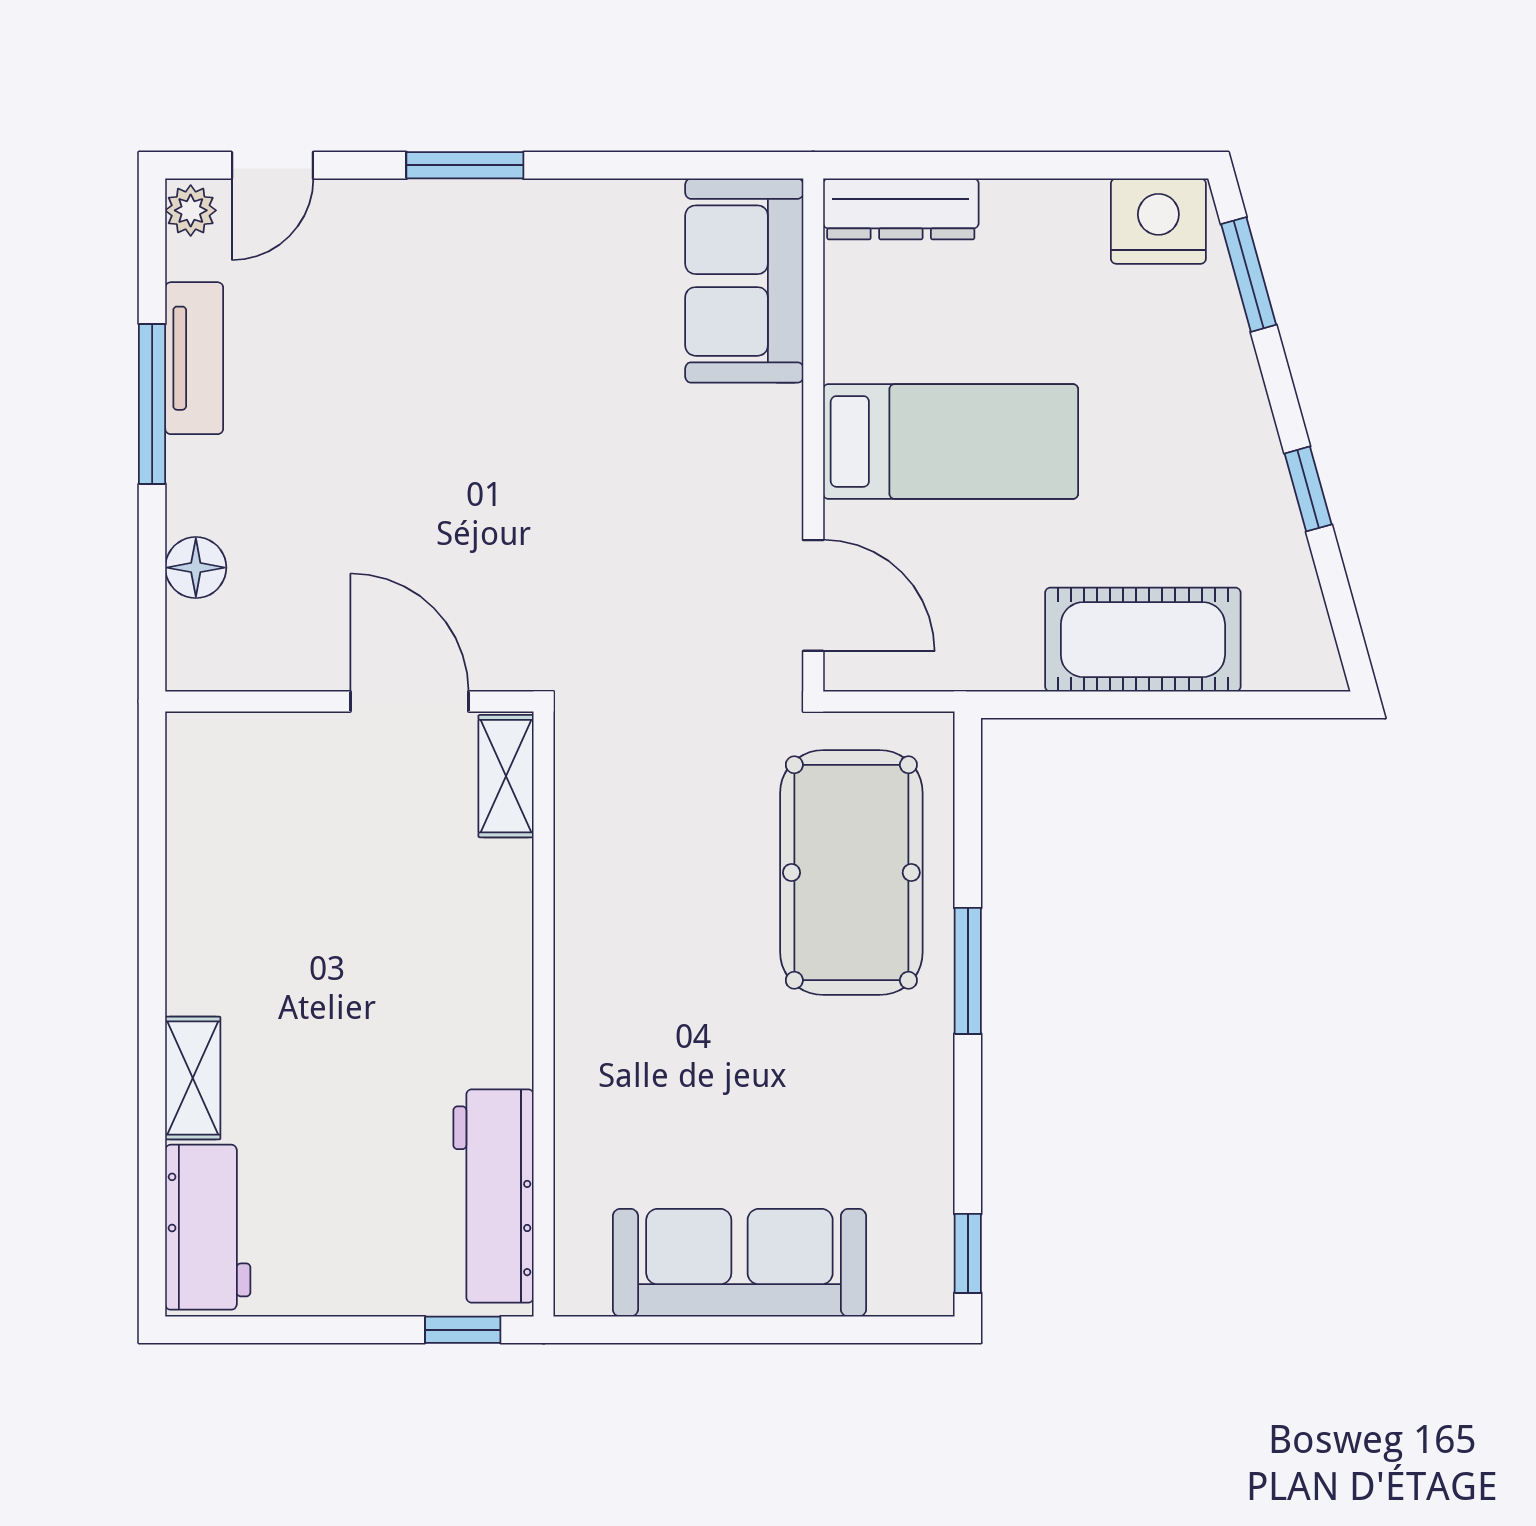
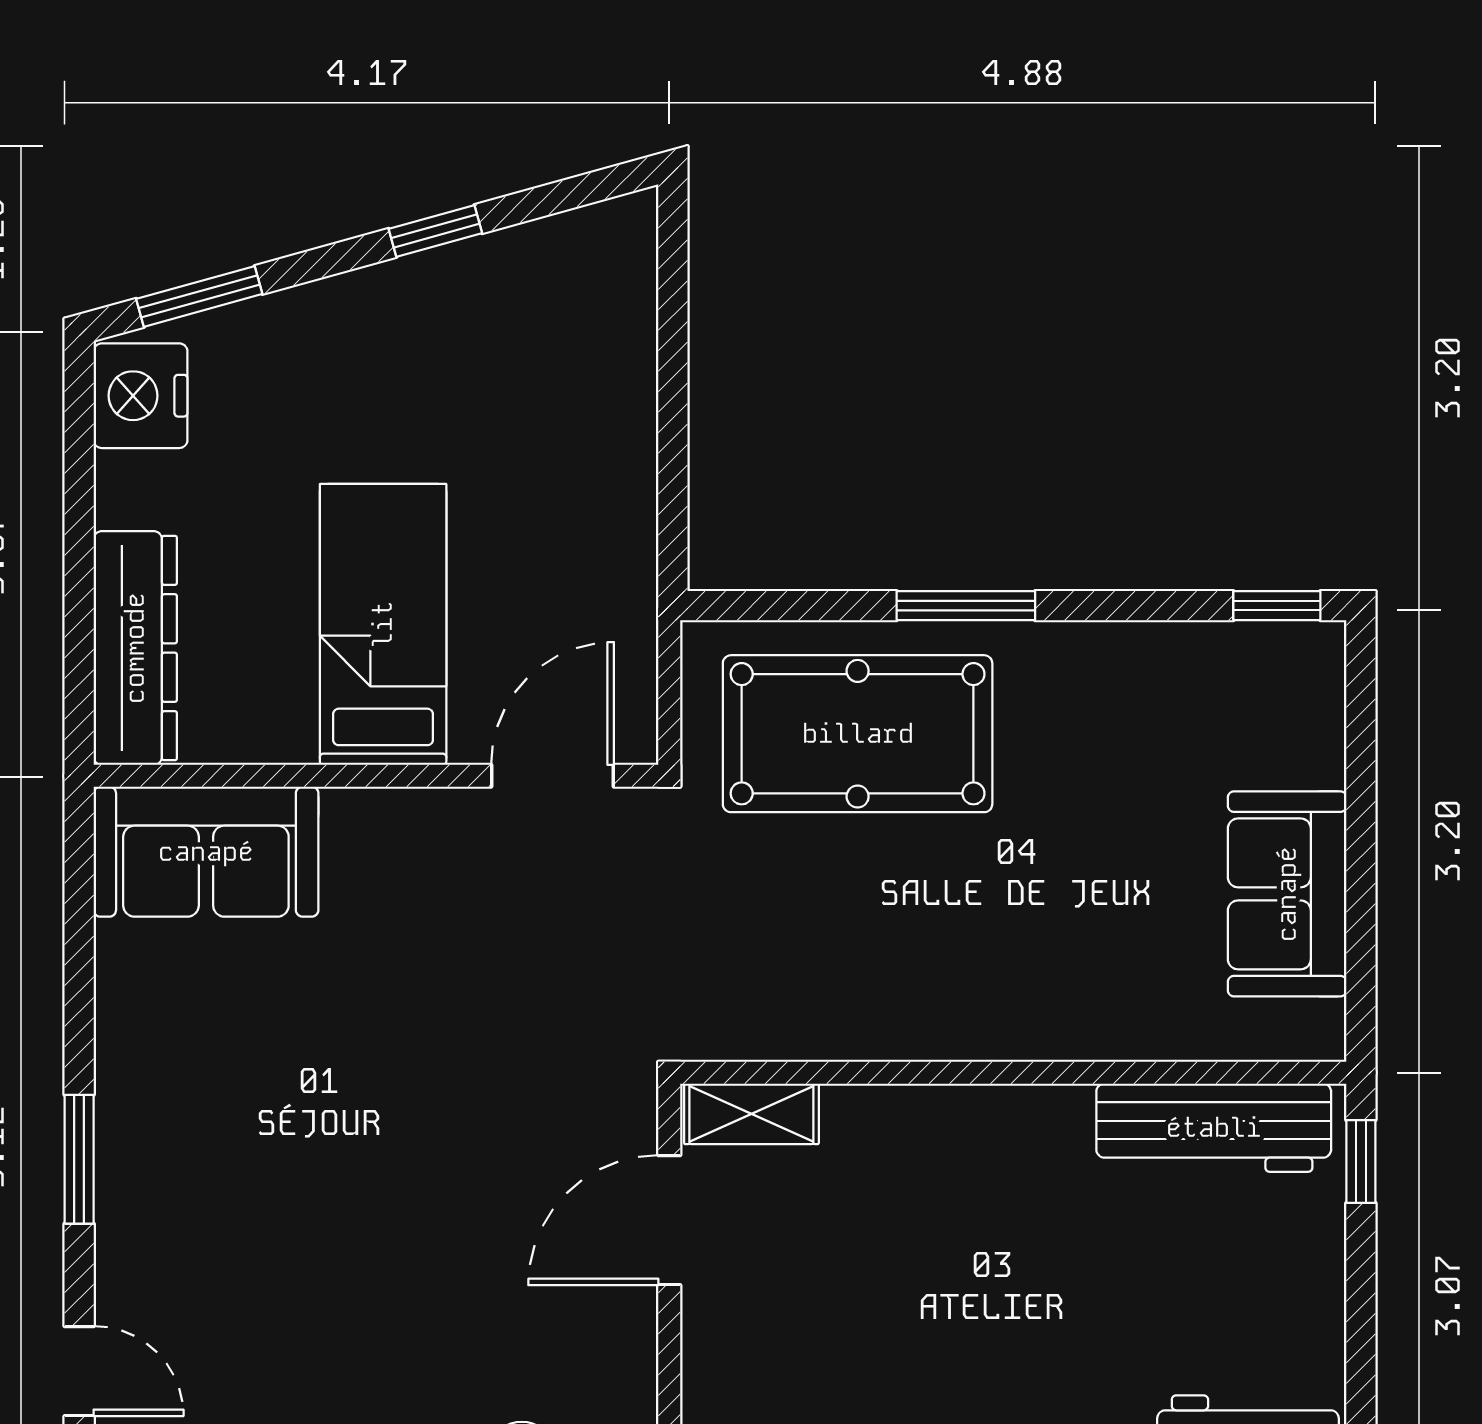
dresser: (901, 209) -> (135, 648), width x1.37, depth x1.24
cot: (1143, 640) -> (601, 413), removed
sofa: (739, 1263) -> (1287, 894), width x0.73

